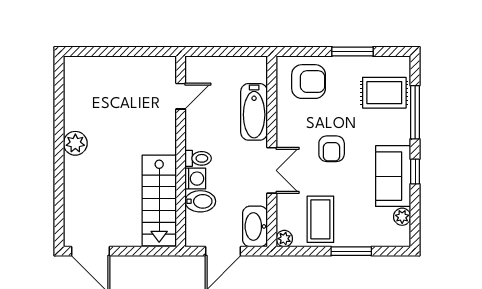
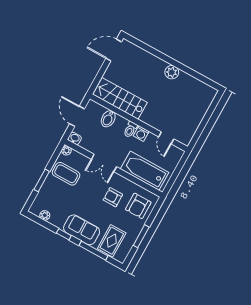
bathtub: (254, 112) -> (145, 171), width x1.36, depth x1.36
armchair: (332, 149) -> (113, 197), moved
sofa: (393, 176) -> (82, 230), moved
washing machine: (195, 179) -> (141, 134), moved
washbasin: (255, 226) -> (75, 138), width x0.52, depth x0.69

